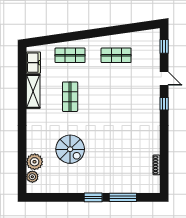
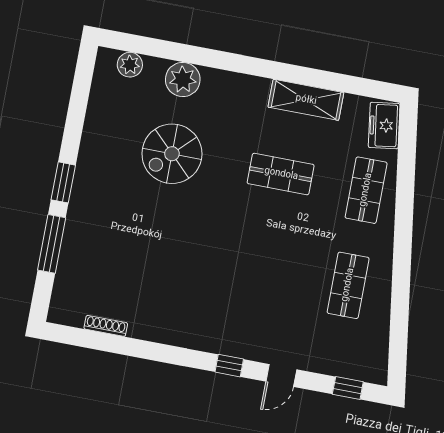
freezer: (33, 63) -> (384, 125), moved, turned 82
plant: (35, 162) -> (183, 80), moved

